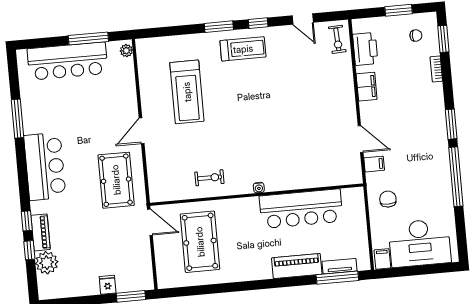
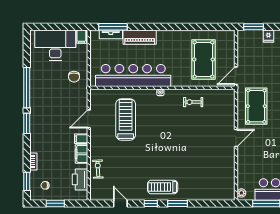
exercise bike: (337, 39) -> (98, 169), moved
treadmill: (187, 92) -> (126, 119), moved
door: (361, 139) -> (89, 119), hinge flipped
filing cabinet: (374, 164) -> (81, 139), moved
bar counter: (301, 209) -> (133, 76), width x1.36
door: (150, 222) -> (236, 76), hinge flipped

